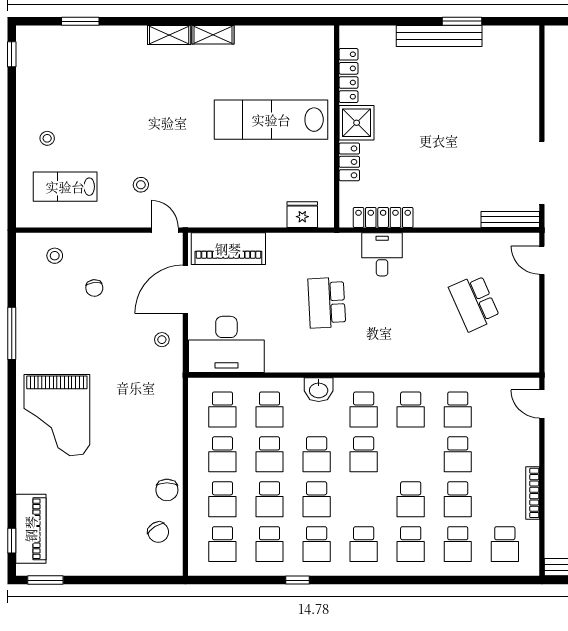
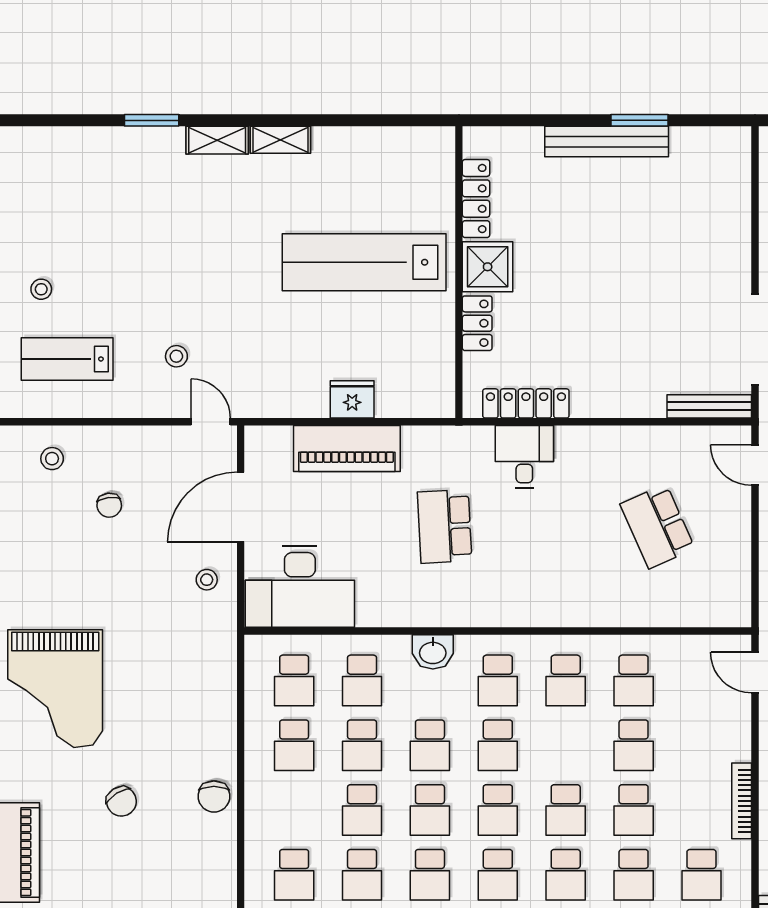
window: (80, 21) -> (152, 120), moved
fridge: (302, 215) -> (352, 399), moved
piano: (228, 249) -> (347, 448), moved
school desk: (222, 499) -> (498, 810), moved
chair: (158, 532) -> (121, 801), moved

